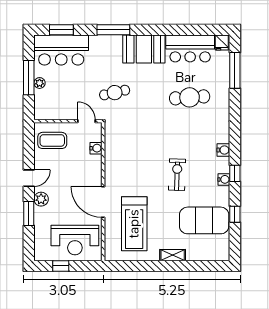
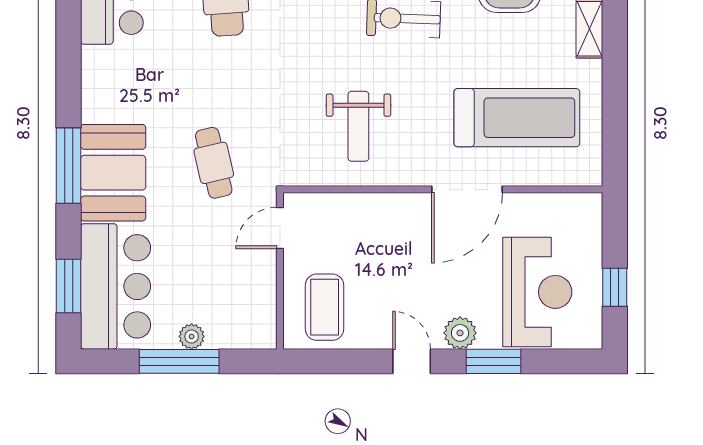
booth: (144, 49) -> (113, 173), moved
water cooler: (96, 148) -> (342, 206), removed
weight bench: (130, 155) -> (358, 126), added
reception desk: (75, 240) -> (537, 292), moved

